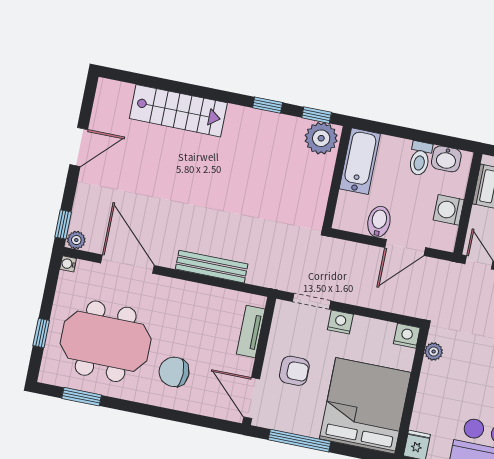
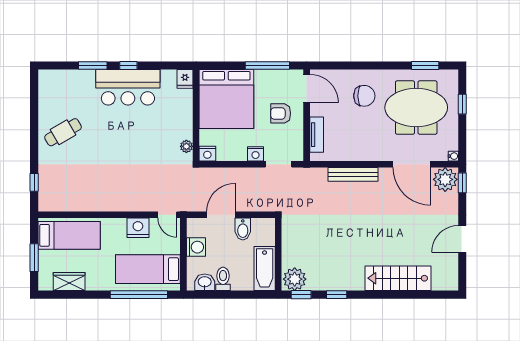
plant: (76, 240) -> (445, 179), width x1.88, depth x1.88

